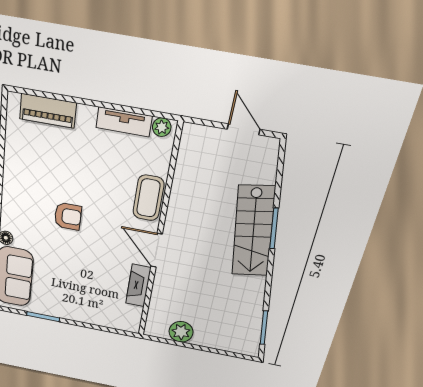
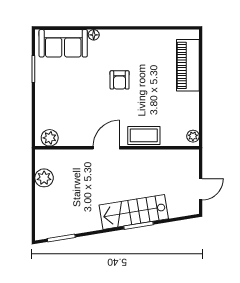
piano: (48, 111) -> (188, 65), width x1.37, depth x1.33
tv unit: (124, 122) -> (192, 111), removed
fireplace: (138, 285) -> (76, 139), removed
plant: (131, 315) -> (50, 138), added

